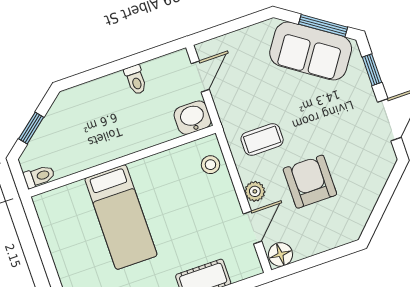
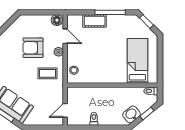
washbasin: (193, 118) -> (132, 114), moved, turned 141
armchair: (310, 182) -> (33, 48), turned 90
bed: (121, 217) -> (137, 61), moved
door: (253, 227) -> (65, 36), swing flipped

